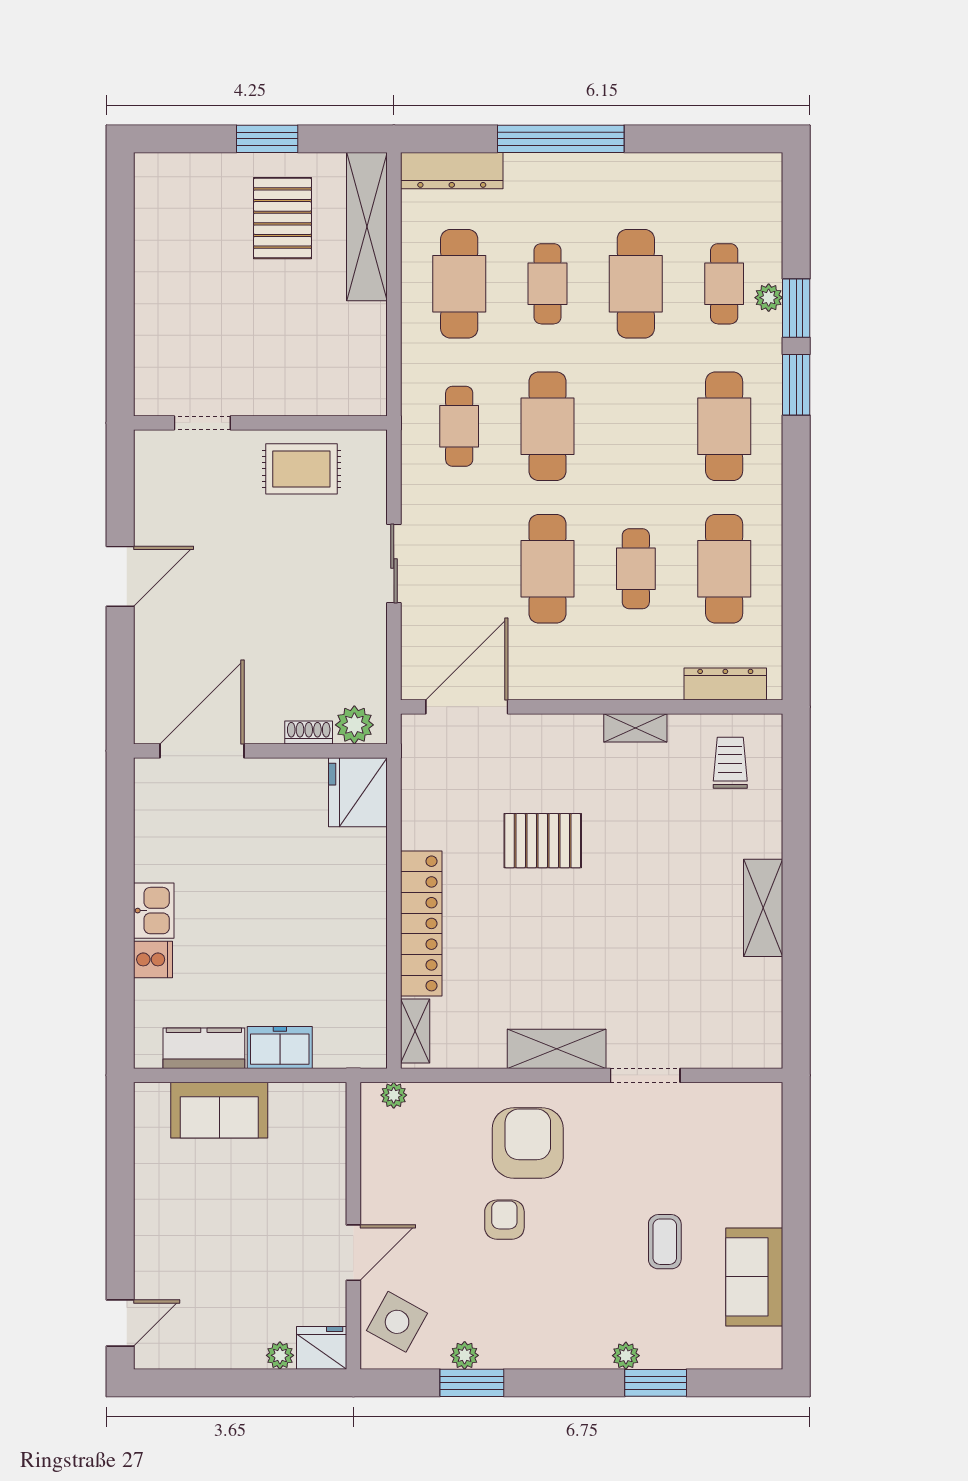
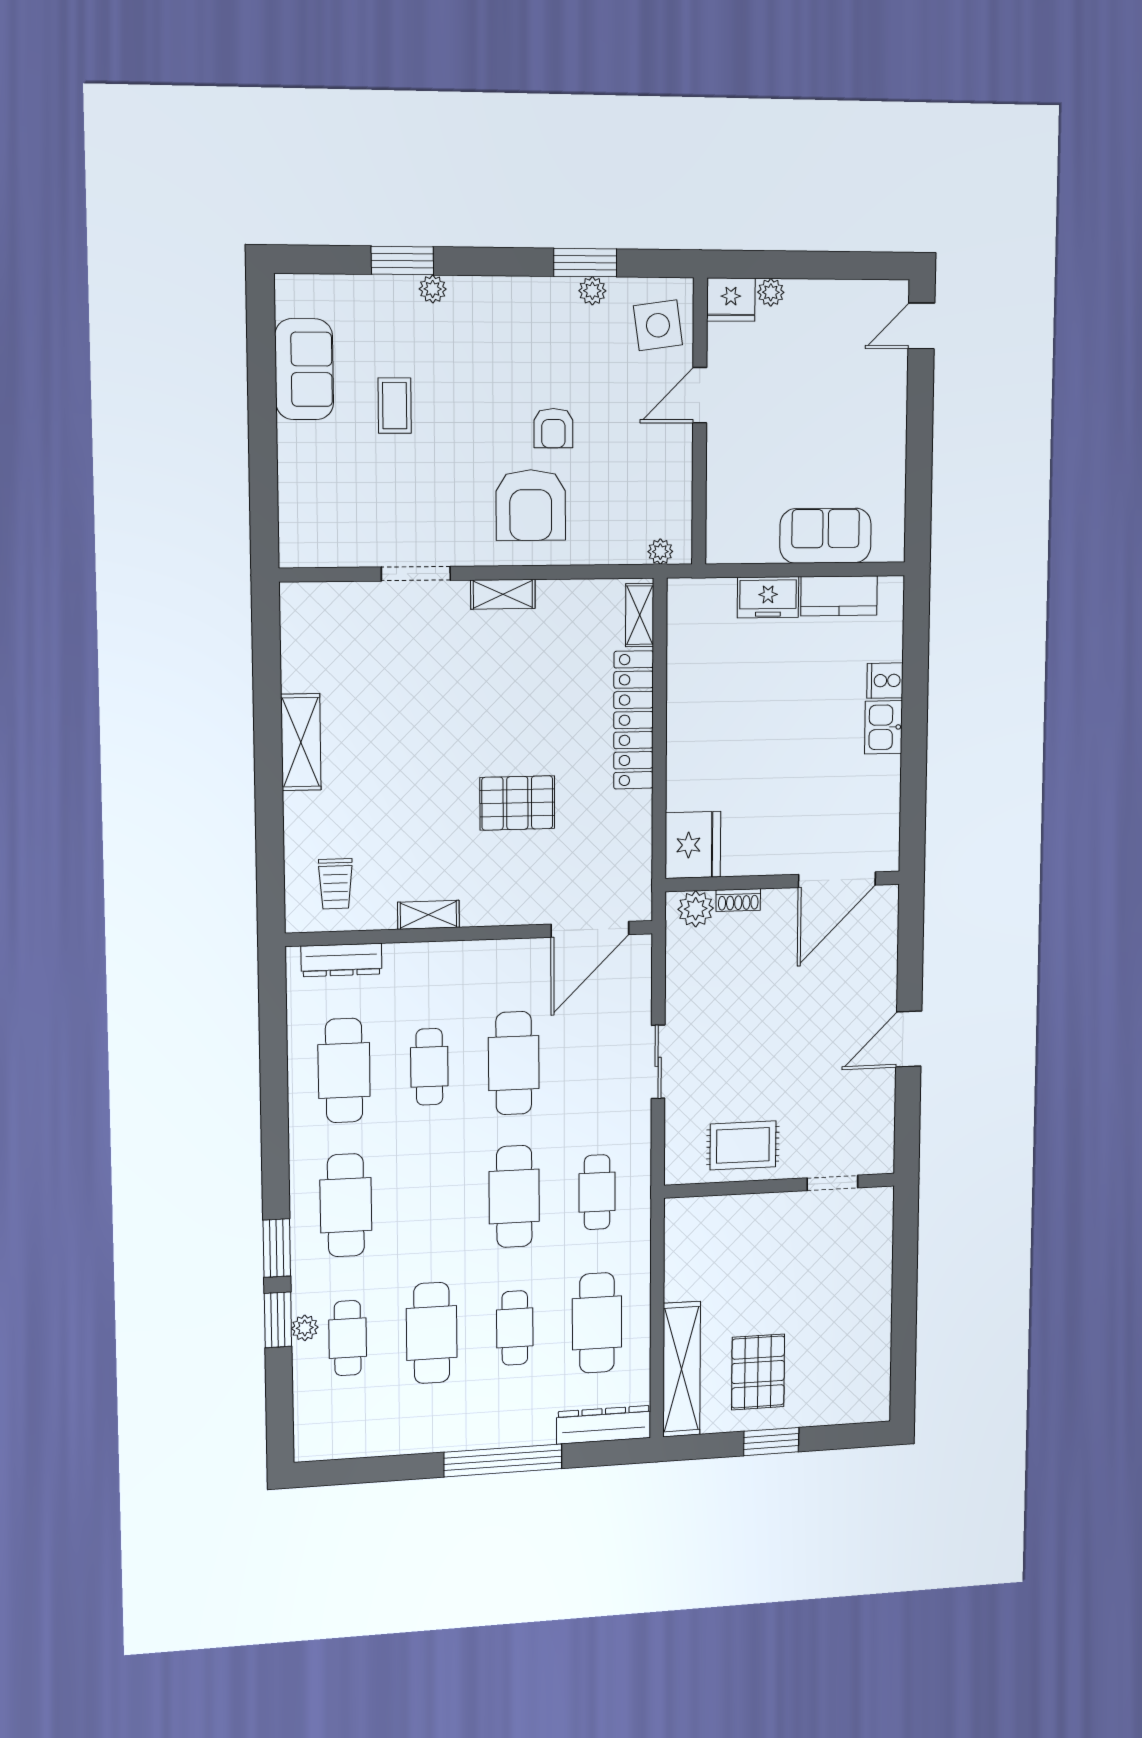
shelving: (557, 1049) -> (503, 594), width x0.67, depth x0.75
side table: (397, 1322) -> (658, 325), turned -37

